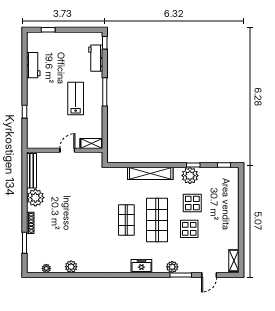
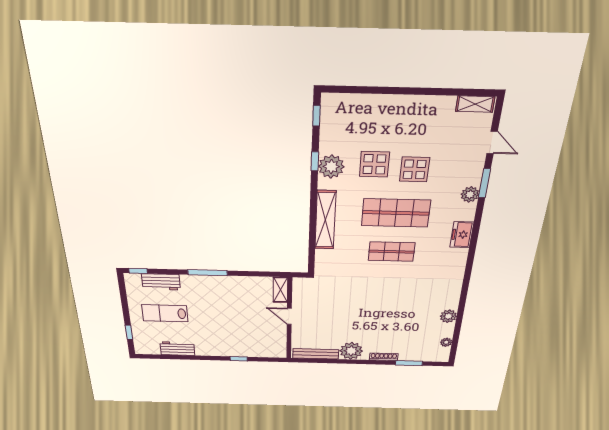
lab bench: (76, 98) -> (165, 313), moved

